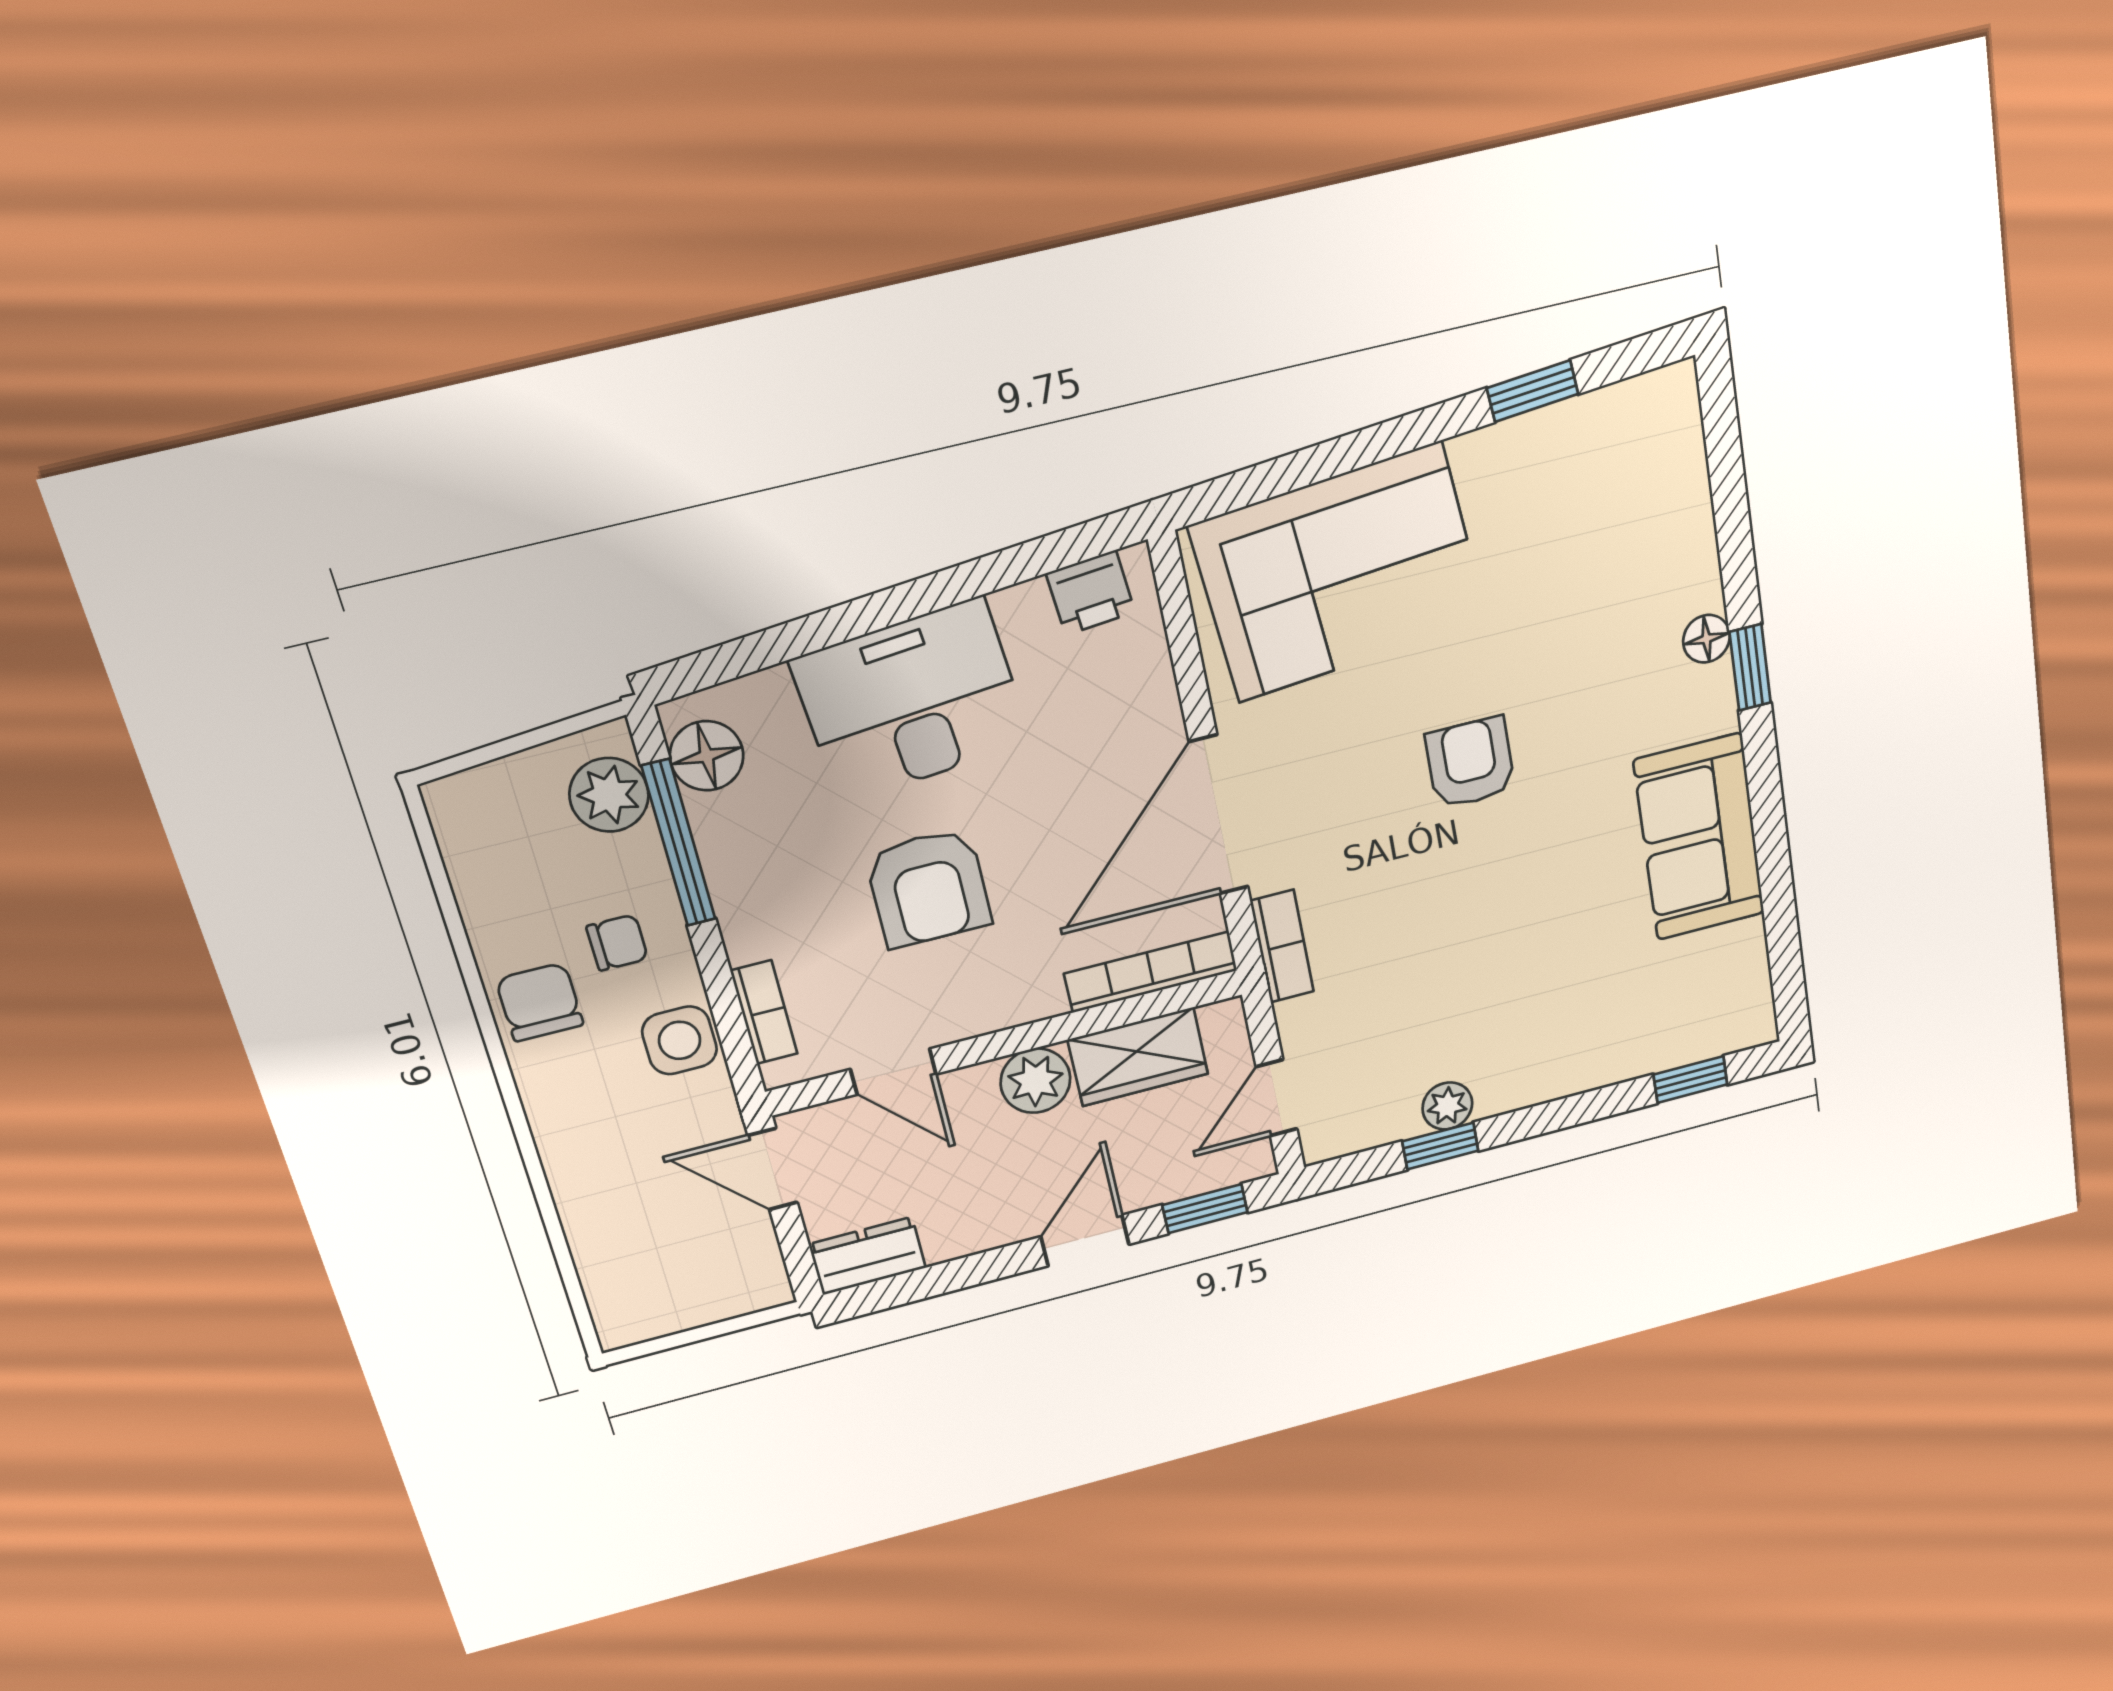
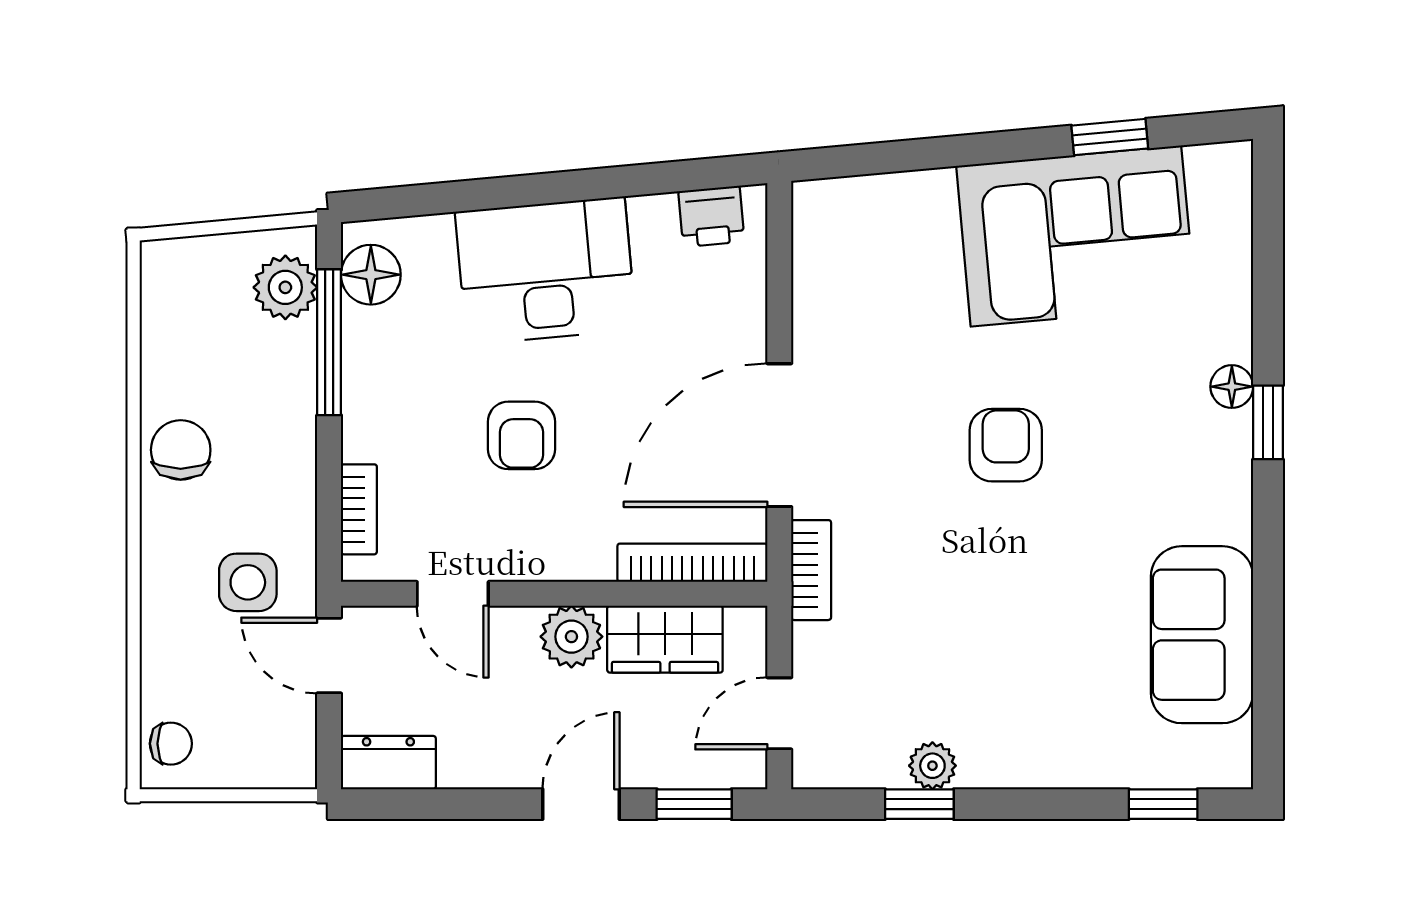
corner sofa: (1339, 573) -> (1076, 236), moved
sofa: (1699, 837) -> (1202, 635), moved
armchair: (928, 888) -> (521, 435), width x0.72, depth x0.72
chair: (617, 943) -> (171, 744), moved
side table: (680, 1040) -> (248, 582), moved

